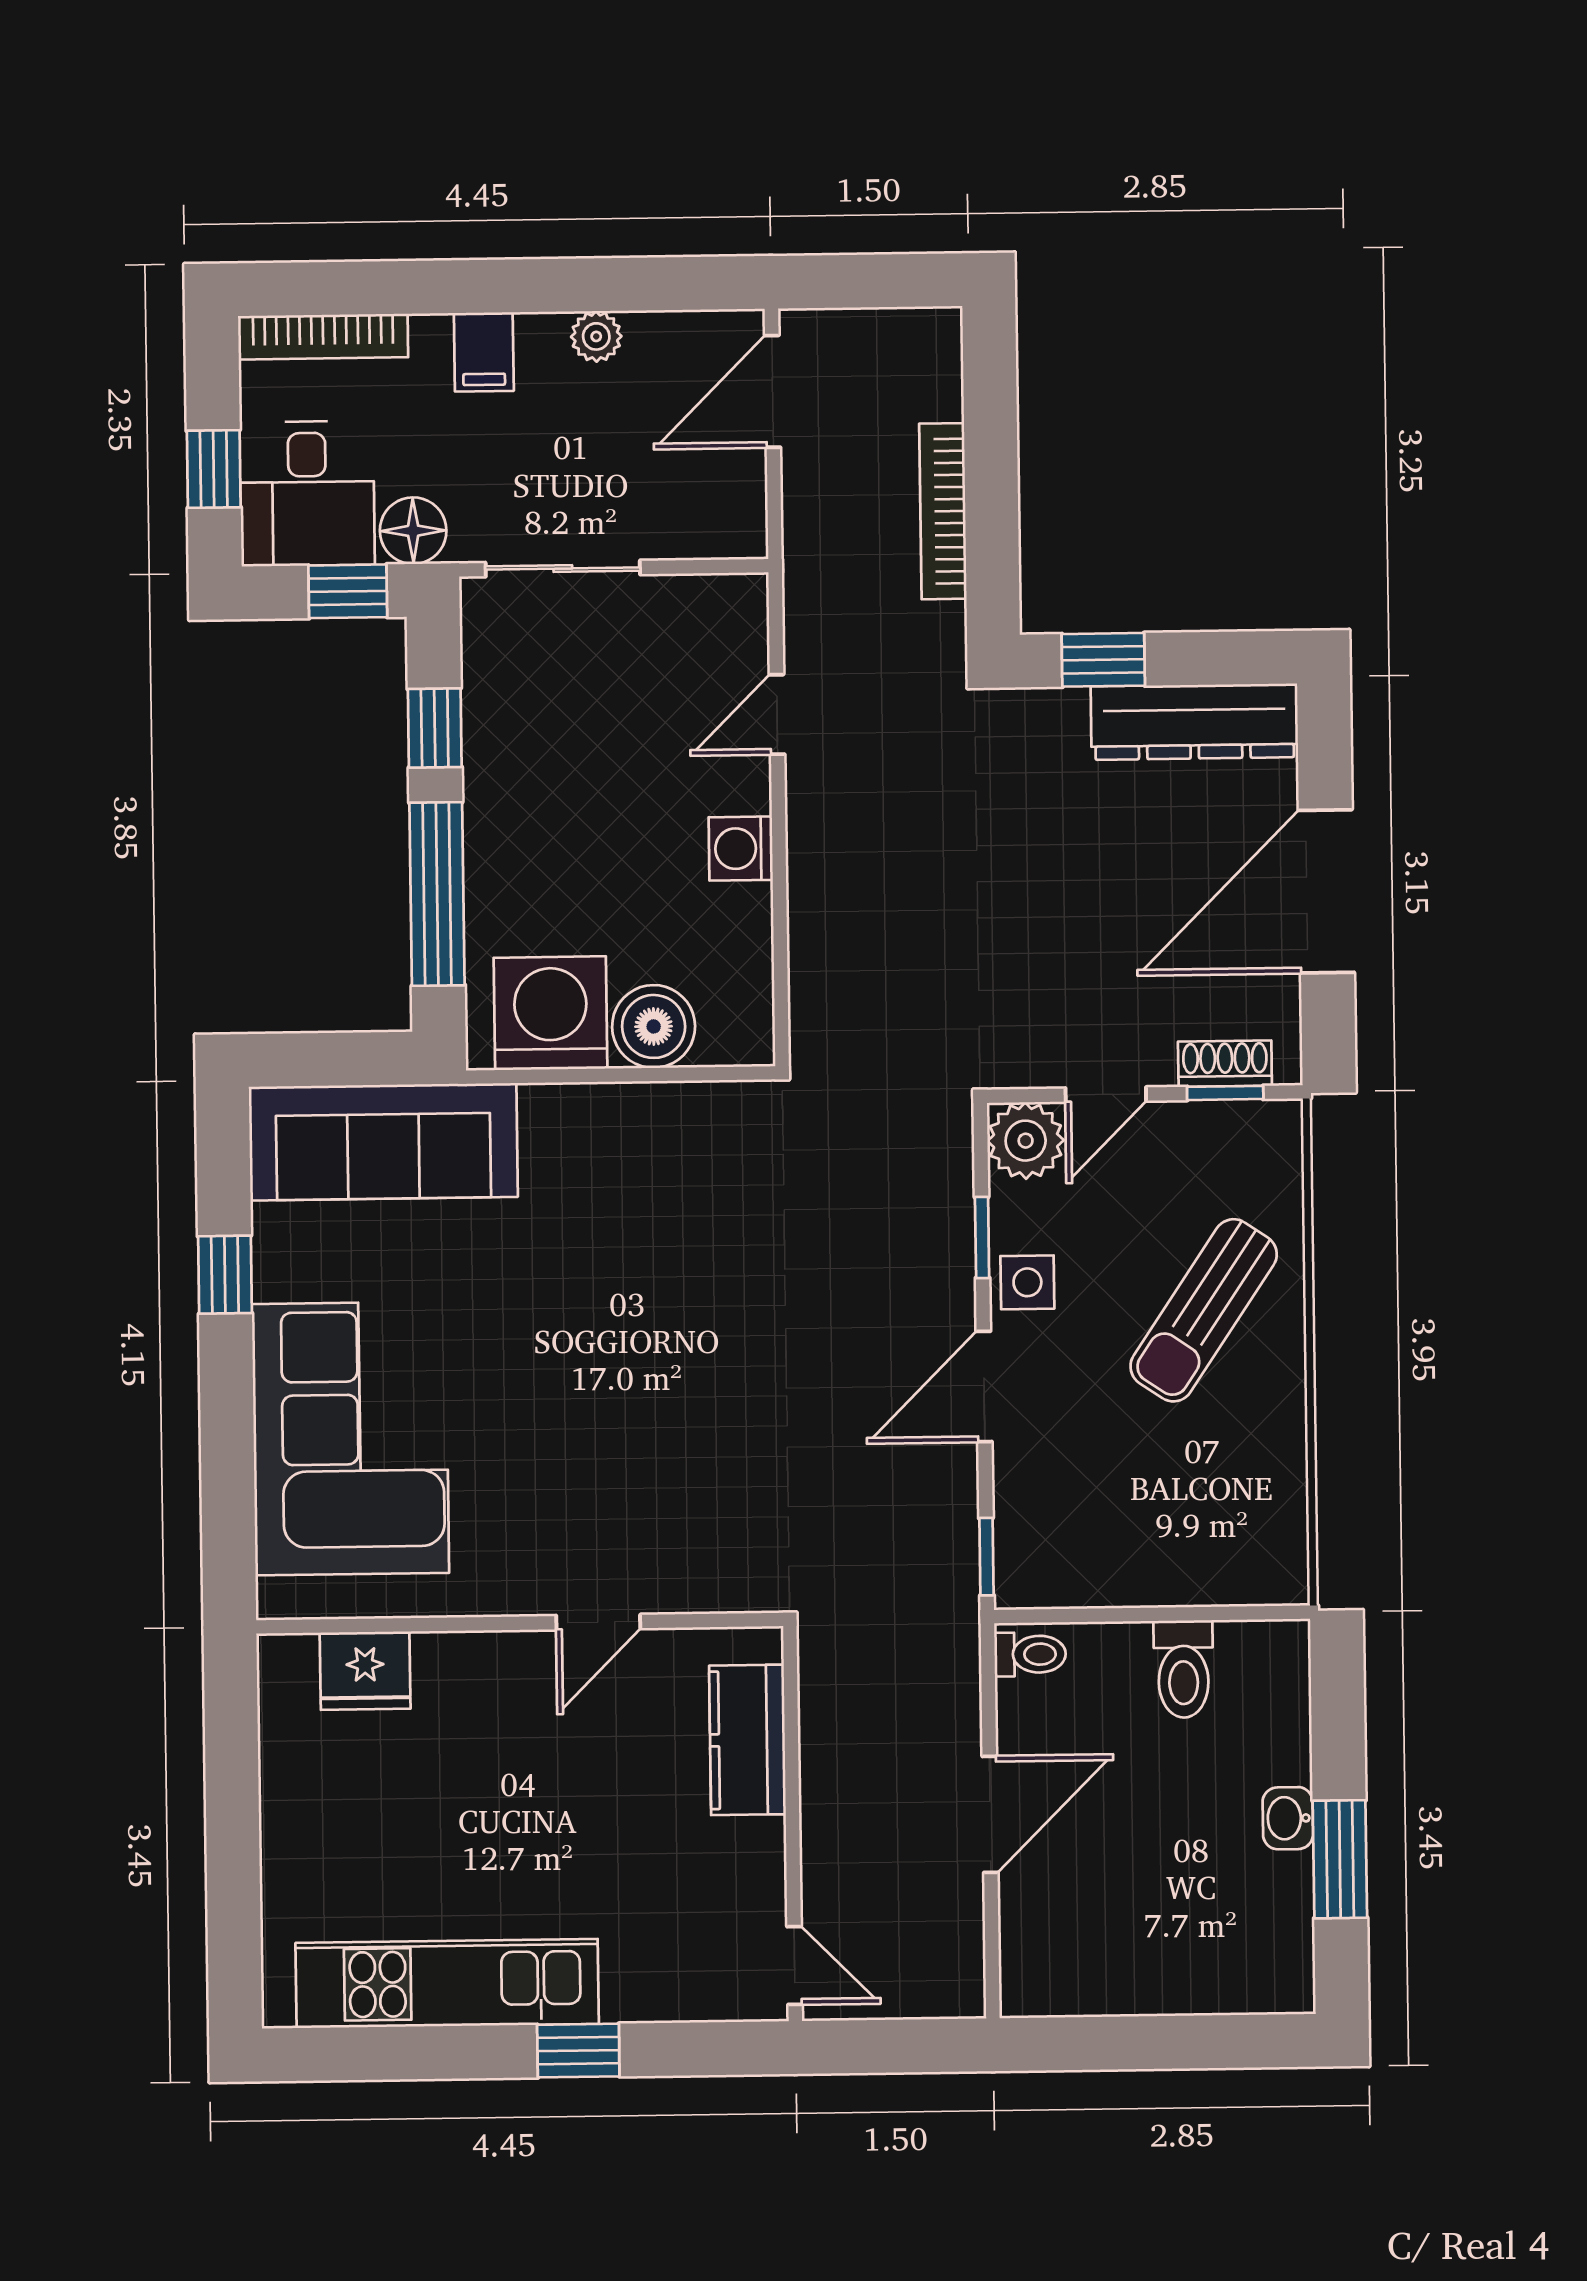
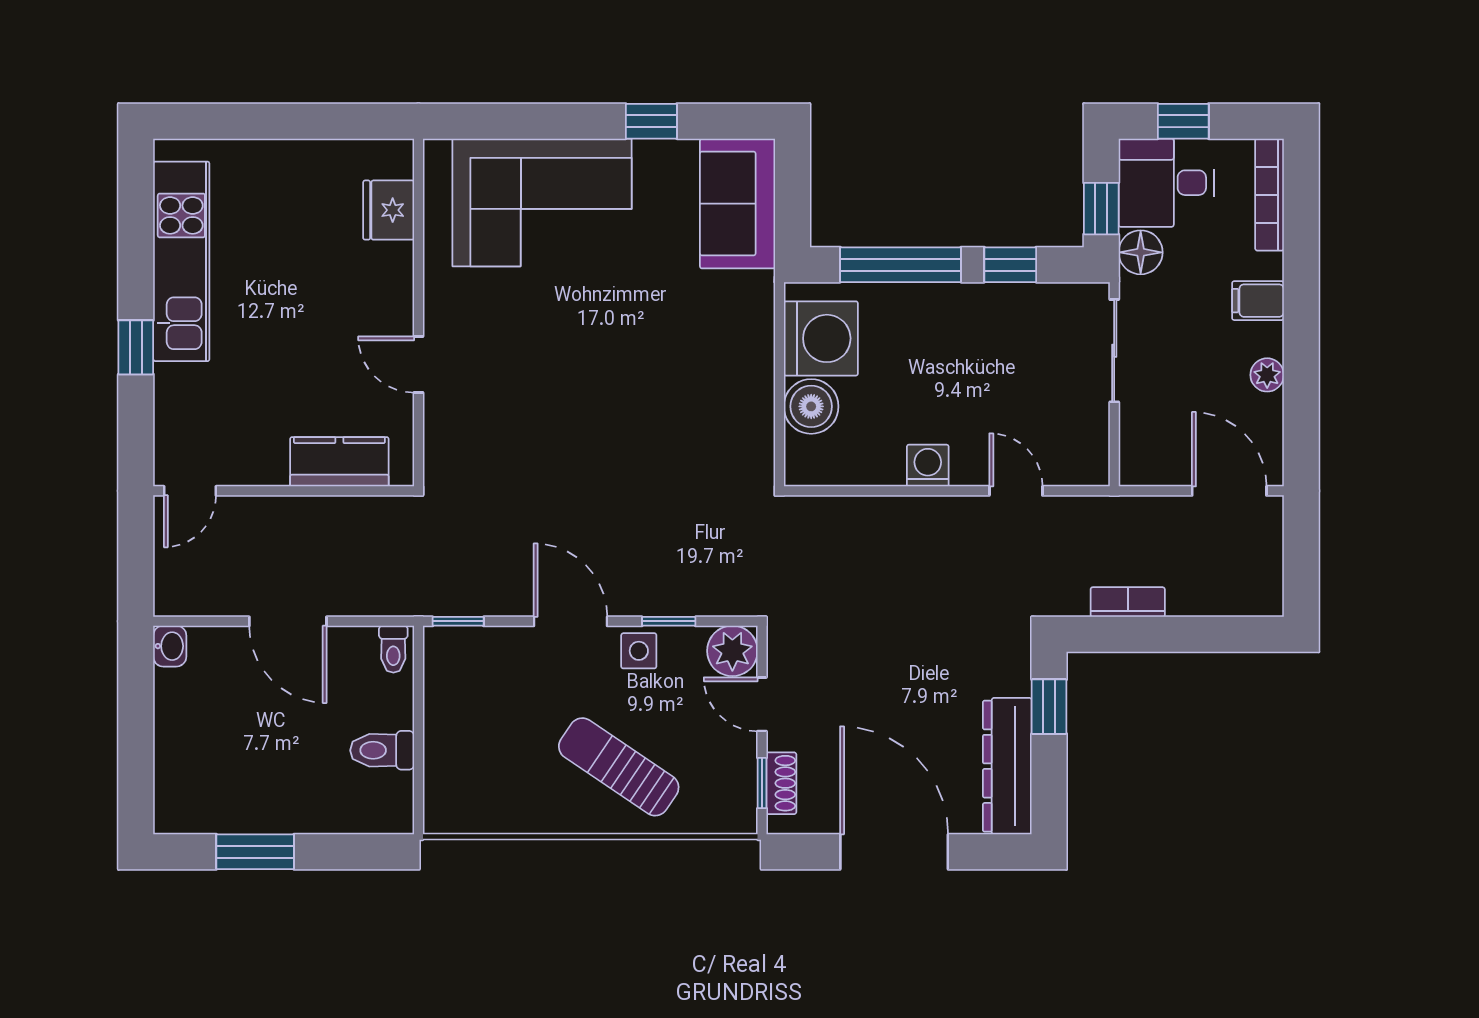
bookcase: (943, 511) -> (1128, 602), width x0.64
sofa: (383, 1142) -> (738, 204), width x0.73
washbasin: (1288, 1818) -> (170, 646), moved, turned 90

